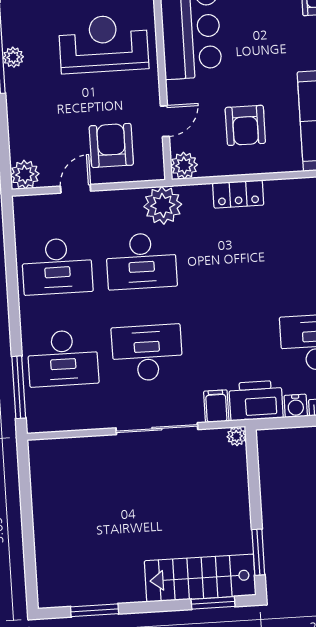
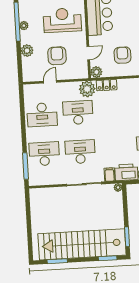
armchair: (245, 125) -> (122, 55), turned 180
armchair: (111, 145) -> (57, 56), moved
plant: (25, 174) -> (27, 51), moved
locker: (238, 194) -> (107, 85), moved
desk: (141, 261) -> (78, 113), turned 180
desk: (63, 358) -> (44, 154), turned 180
stairs: (200, 578) -> (82, 244), width x1.86, depth x1.51

